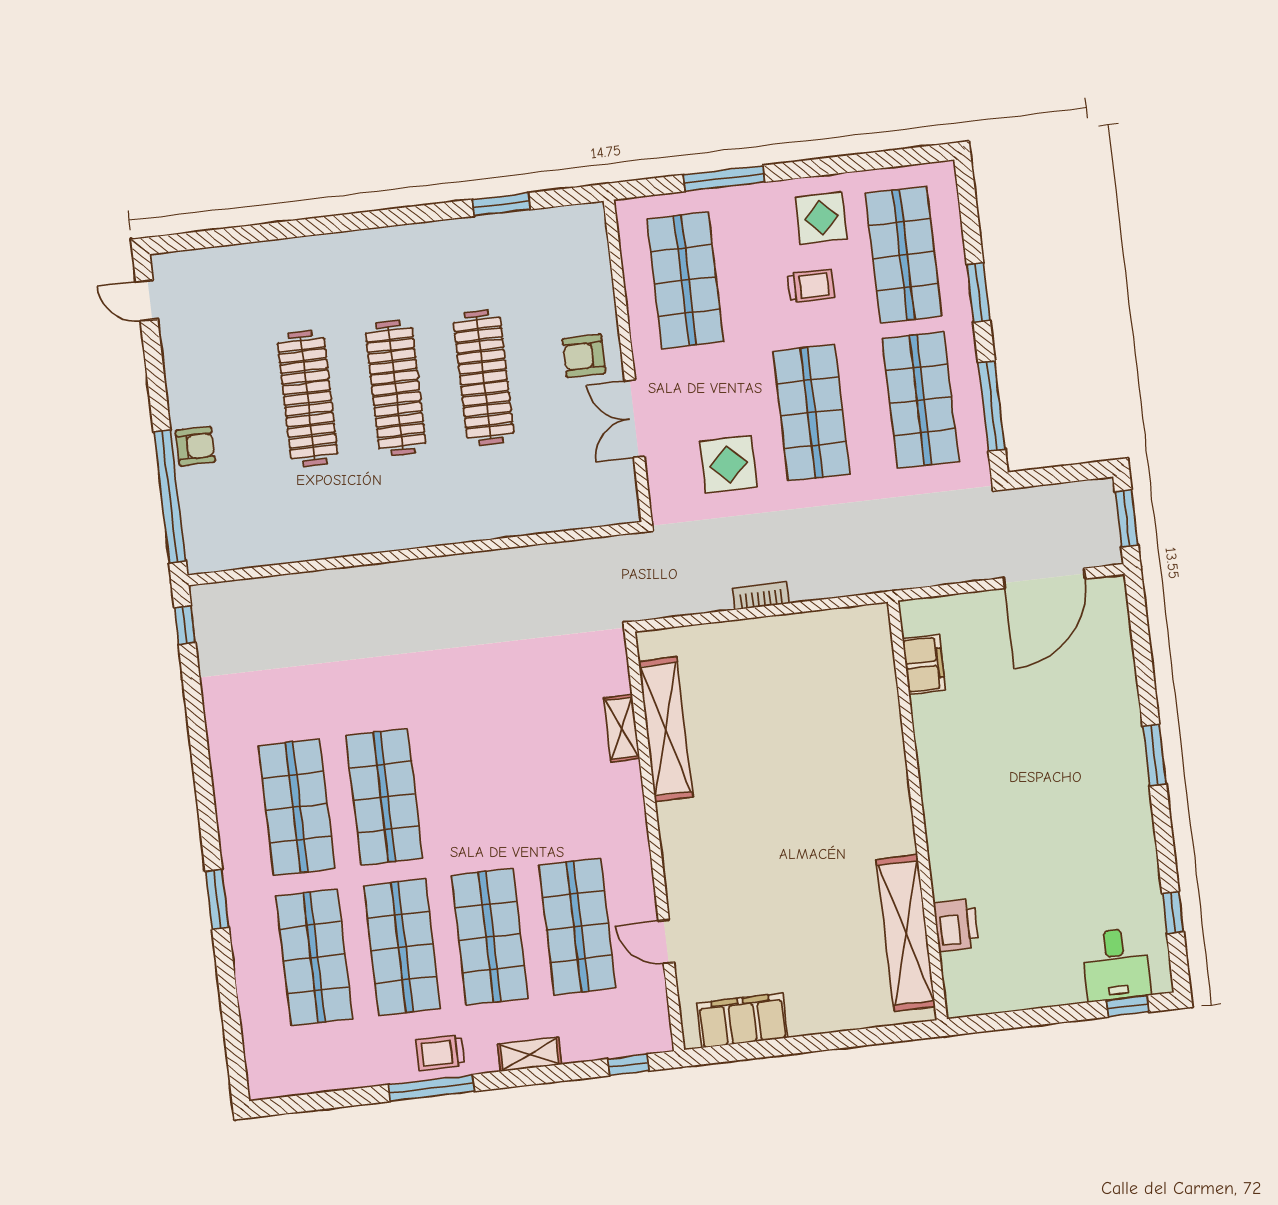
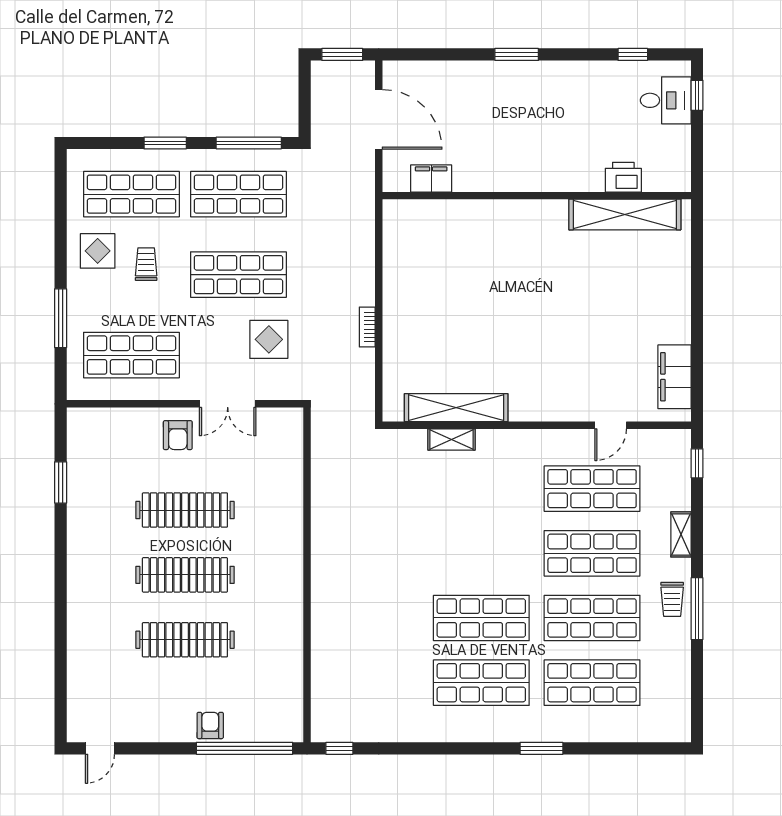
filing cabinet: (924, 664) -> (431, 178), moved
wall: (917, 810) -> (537, 196), moved
printer: (956, 925) -> (623, 177), moved
shelving: (906, 933) -> (625, 214), moved

